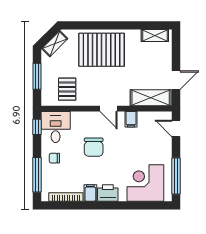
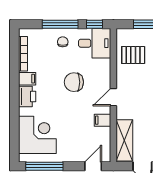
window: (37, 175) -> (60, 24), moved

